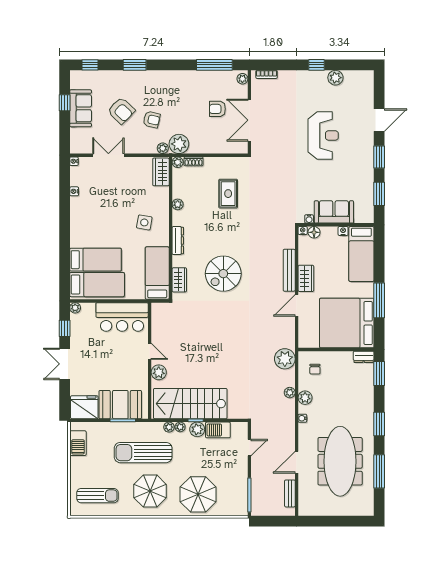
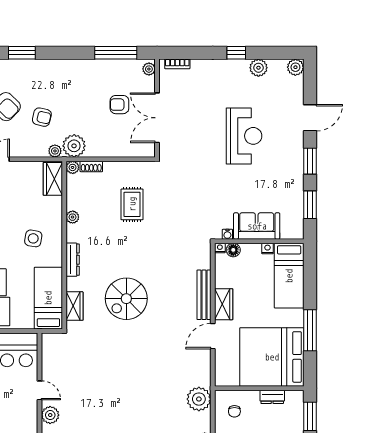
plant: (367, 77) -> (295, 67), added
dresser: (364, 357) -> (272, 397), moved

